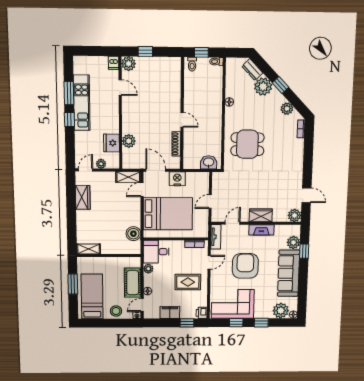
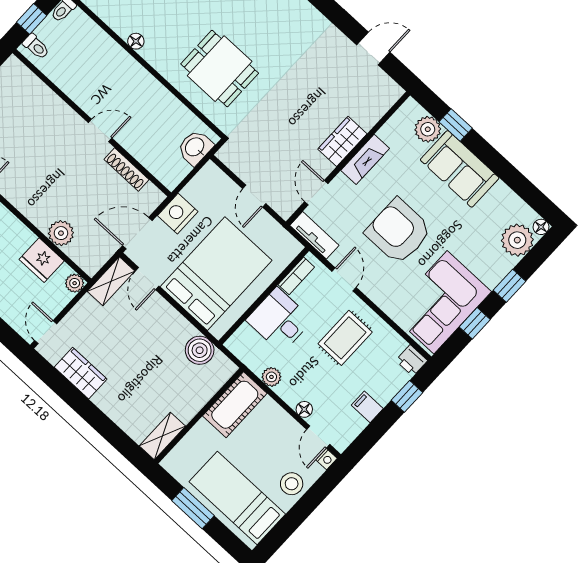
dining table: (247, 144) -> (220, 69), turned 90
plant: (101, 164) -> (75, 283), moved
plant: (294, 215) -> (388, 92), removed
desk: (156, 252) -> (279, 320), moved, turned 90
sofa: (289, 273) -> (460, 169), width x0.73
cot: (133, 283) -> (235, 405), moved, turned 90
filing cabinet: (170, 312) -> (367, 407), width x0.50

